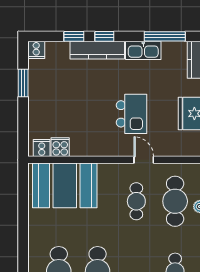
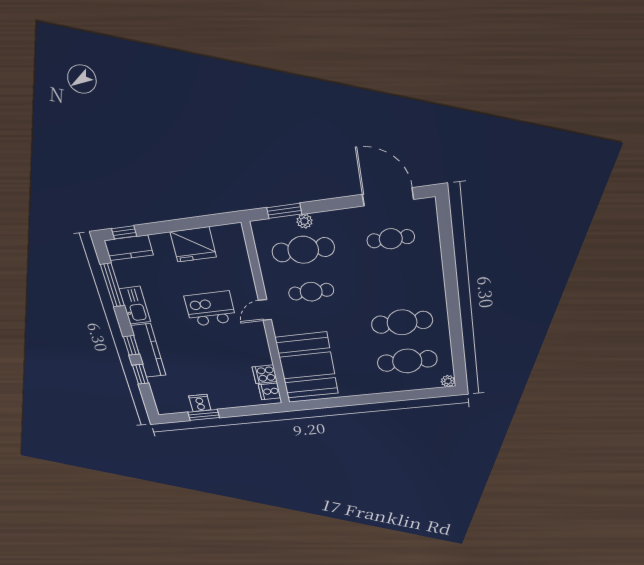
cooker: (36, 50) -> (200, 403), moved, turned -90
door: (144, 160) -> (265, 310), moved

